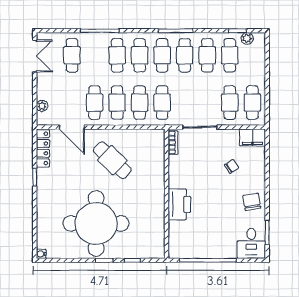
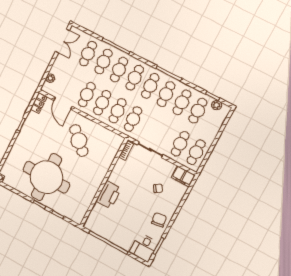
cafe table: (95, 55) -> (103, 62), added
locker: (43, 148) -> (39, 103), width x0.66

